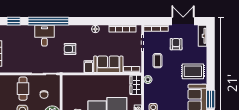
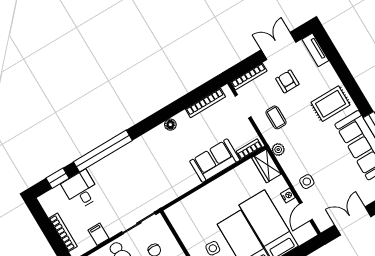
desk: (44, 36) -> (81, 190), moved
armchair: (70, 49) -> (153, 170), removed
filing cabinet: (89, 67) -> (98, 234), moved

